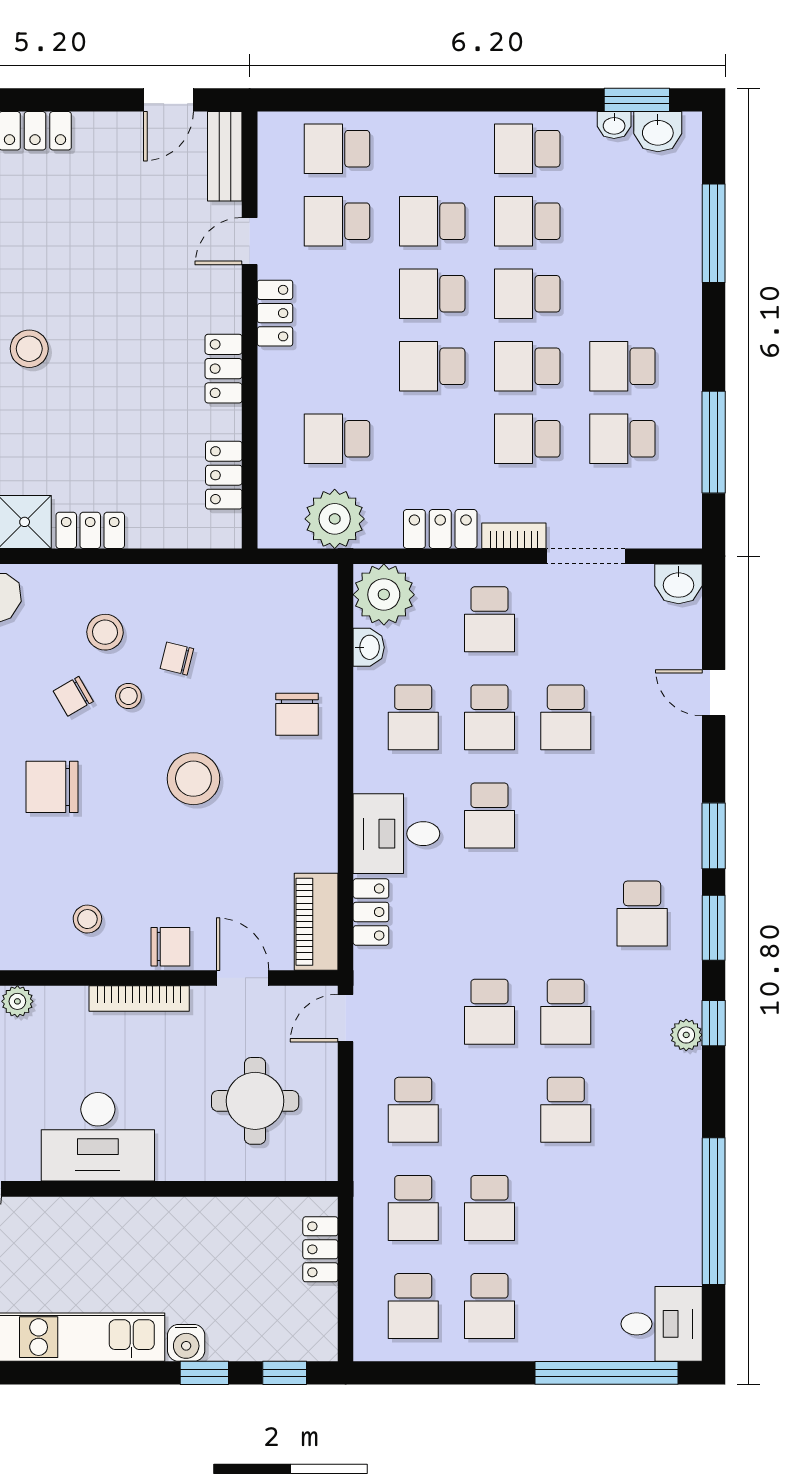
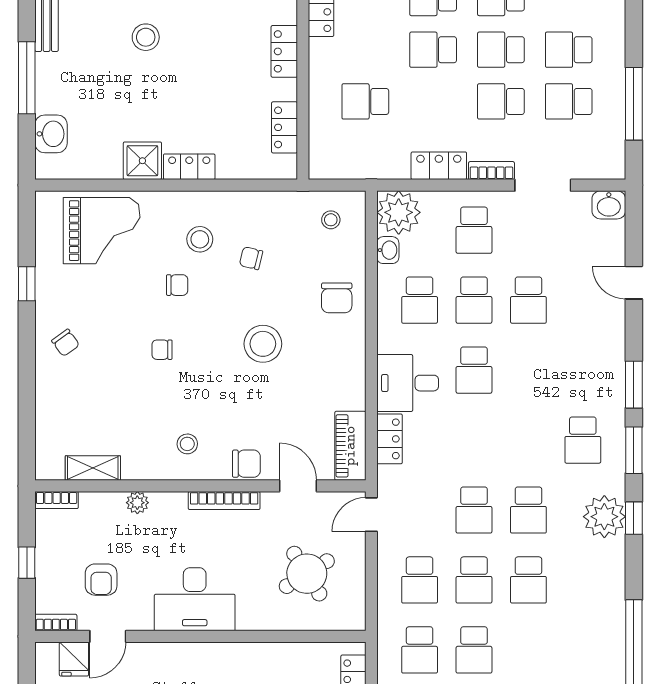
plant: (335, 519) -> (364, 159), removed
chair: (73, 696) -> (177, 285), turned -150
stool: (128, 696) -> (331, 220), moved
chair: (52, 787) -> (162, 350), width x0.54, depth x0.54
plant: (686, 1035) -> (604, 517), width x1.88, depth x1.88
round table: (255, 1101) -> (307, 574), turned -32
school desk: (489, 1110) -> (474, 580), added

